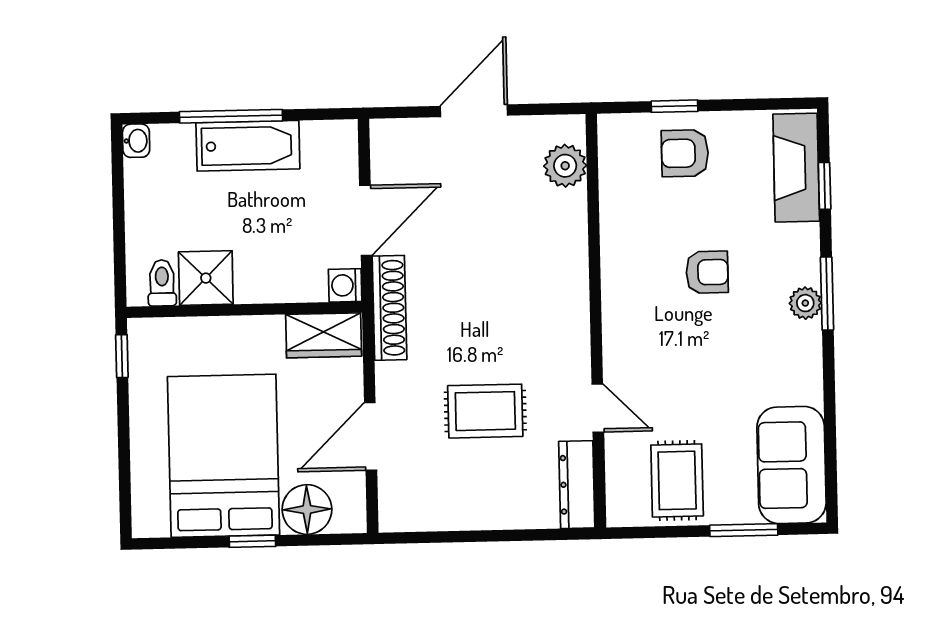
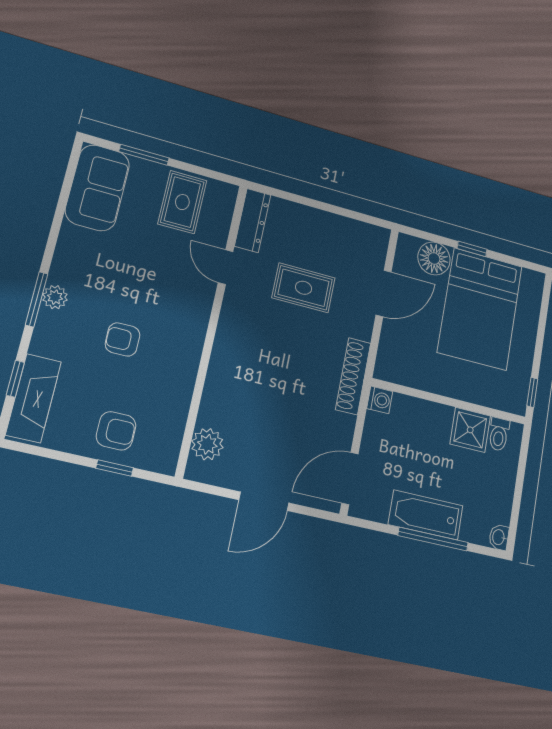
door: (366, 220) -> (350, 479), moved
wardrobe: (324, 335) -> (401, 370), removed

